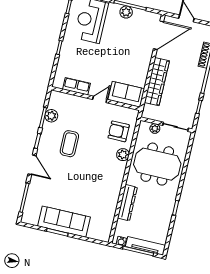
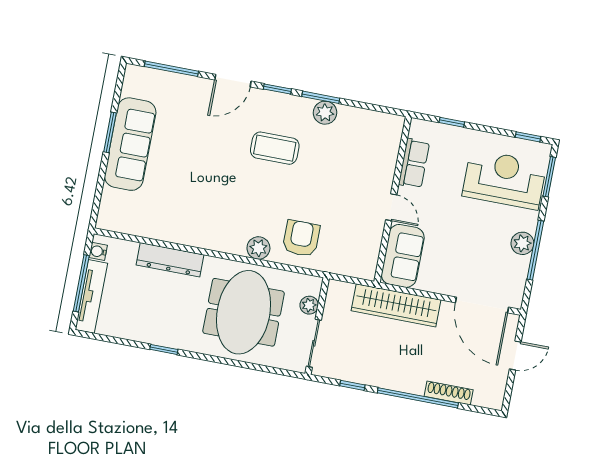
row of seats: (77, 86) -> (414, 163), moved
sofa: (126, 94) -> (403, 256), moved
wall: (96, 98) -> (393, 199), moved
door: (100, 99) -> (391, 207), moved

